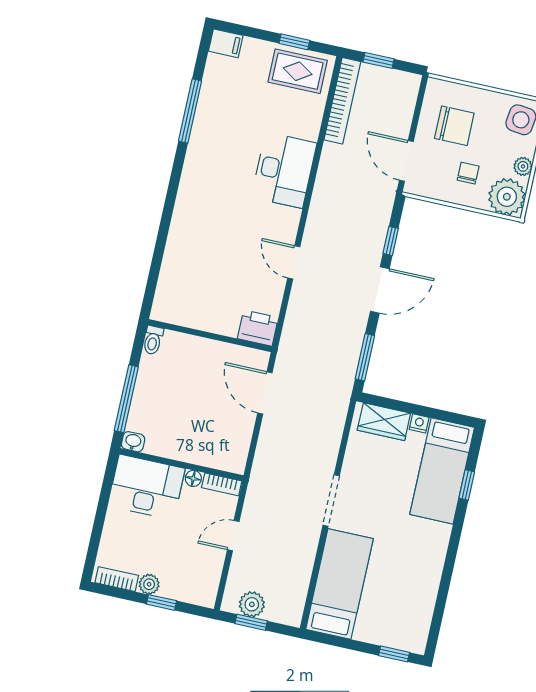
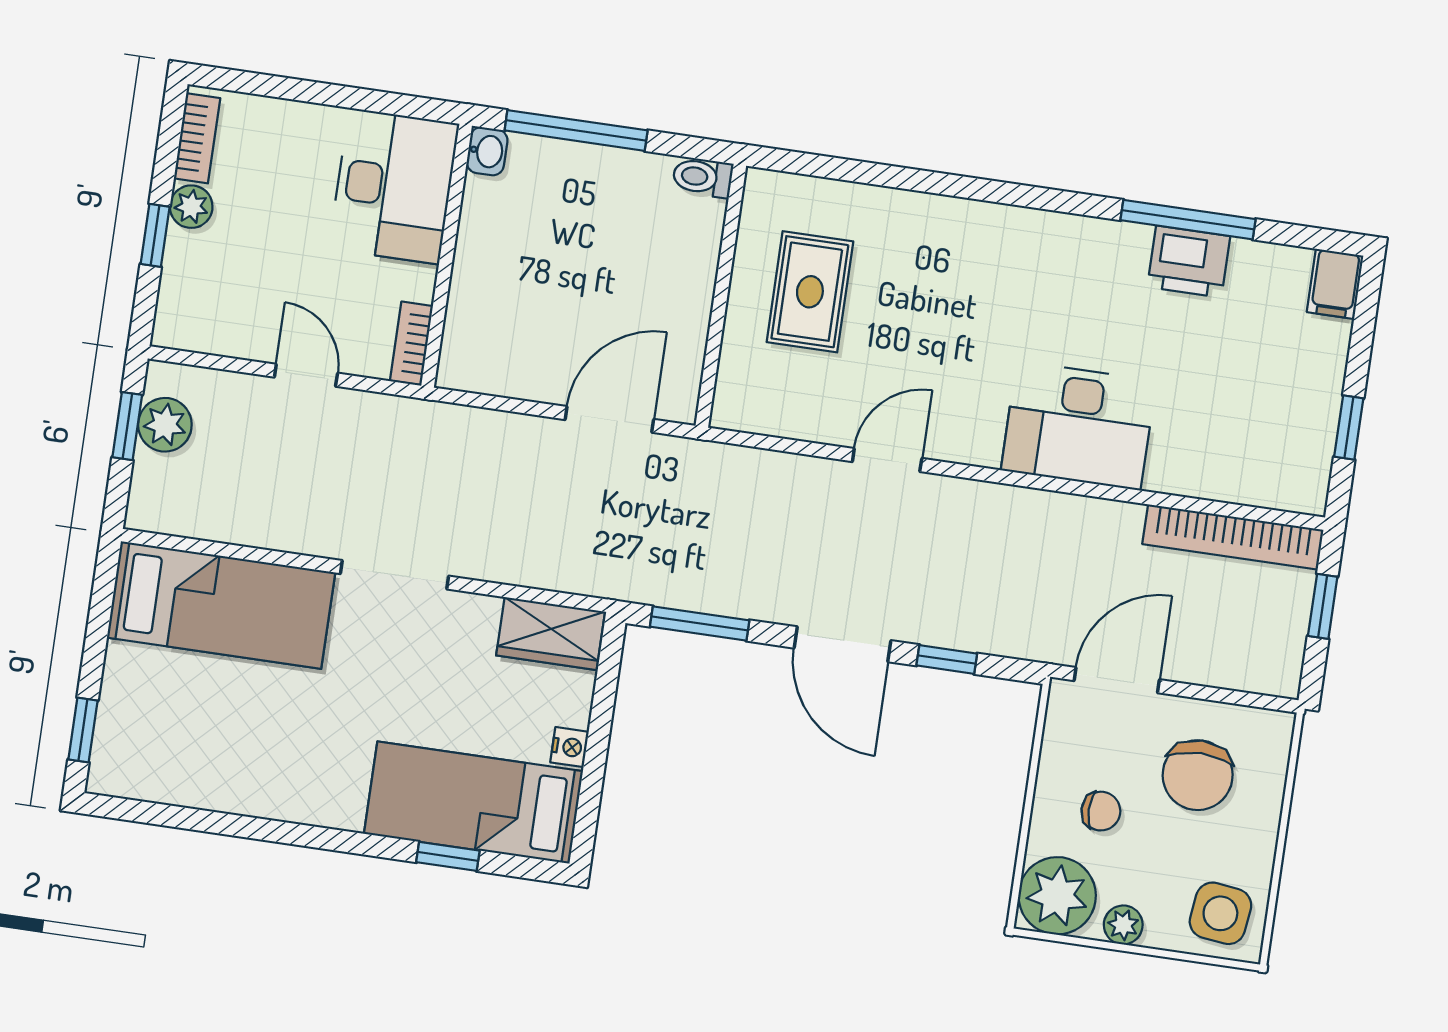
rug: (298, 71) -> (810, 292), moved
printer: (258, 328) -> (1189, 262), moved, turned 90
wardrobe: (384, 422) -> (551, 634), moved, turned -90
floor lamp: (193, 478) -> (419, 283), removed

